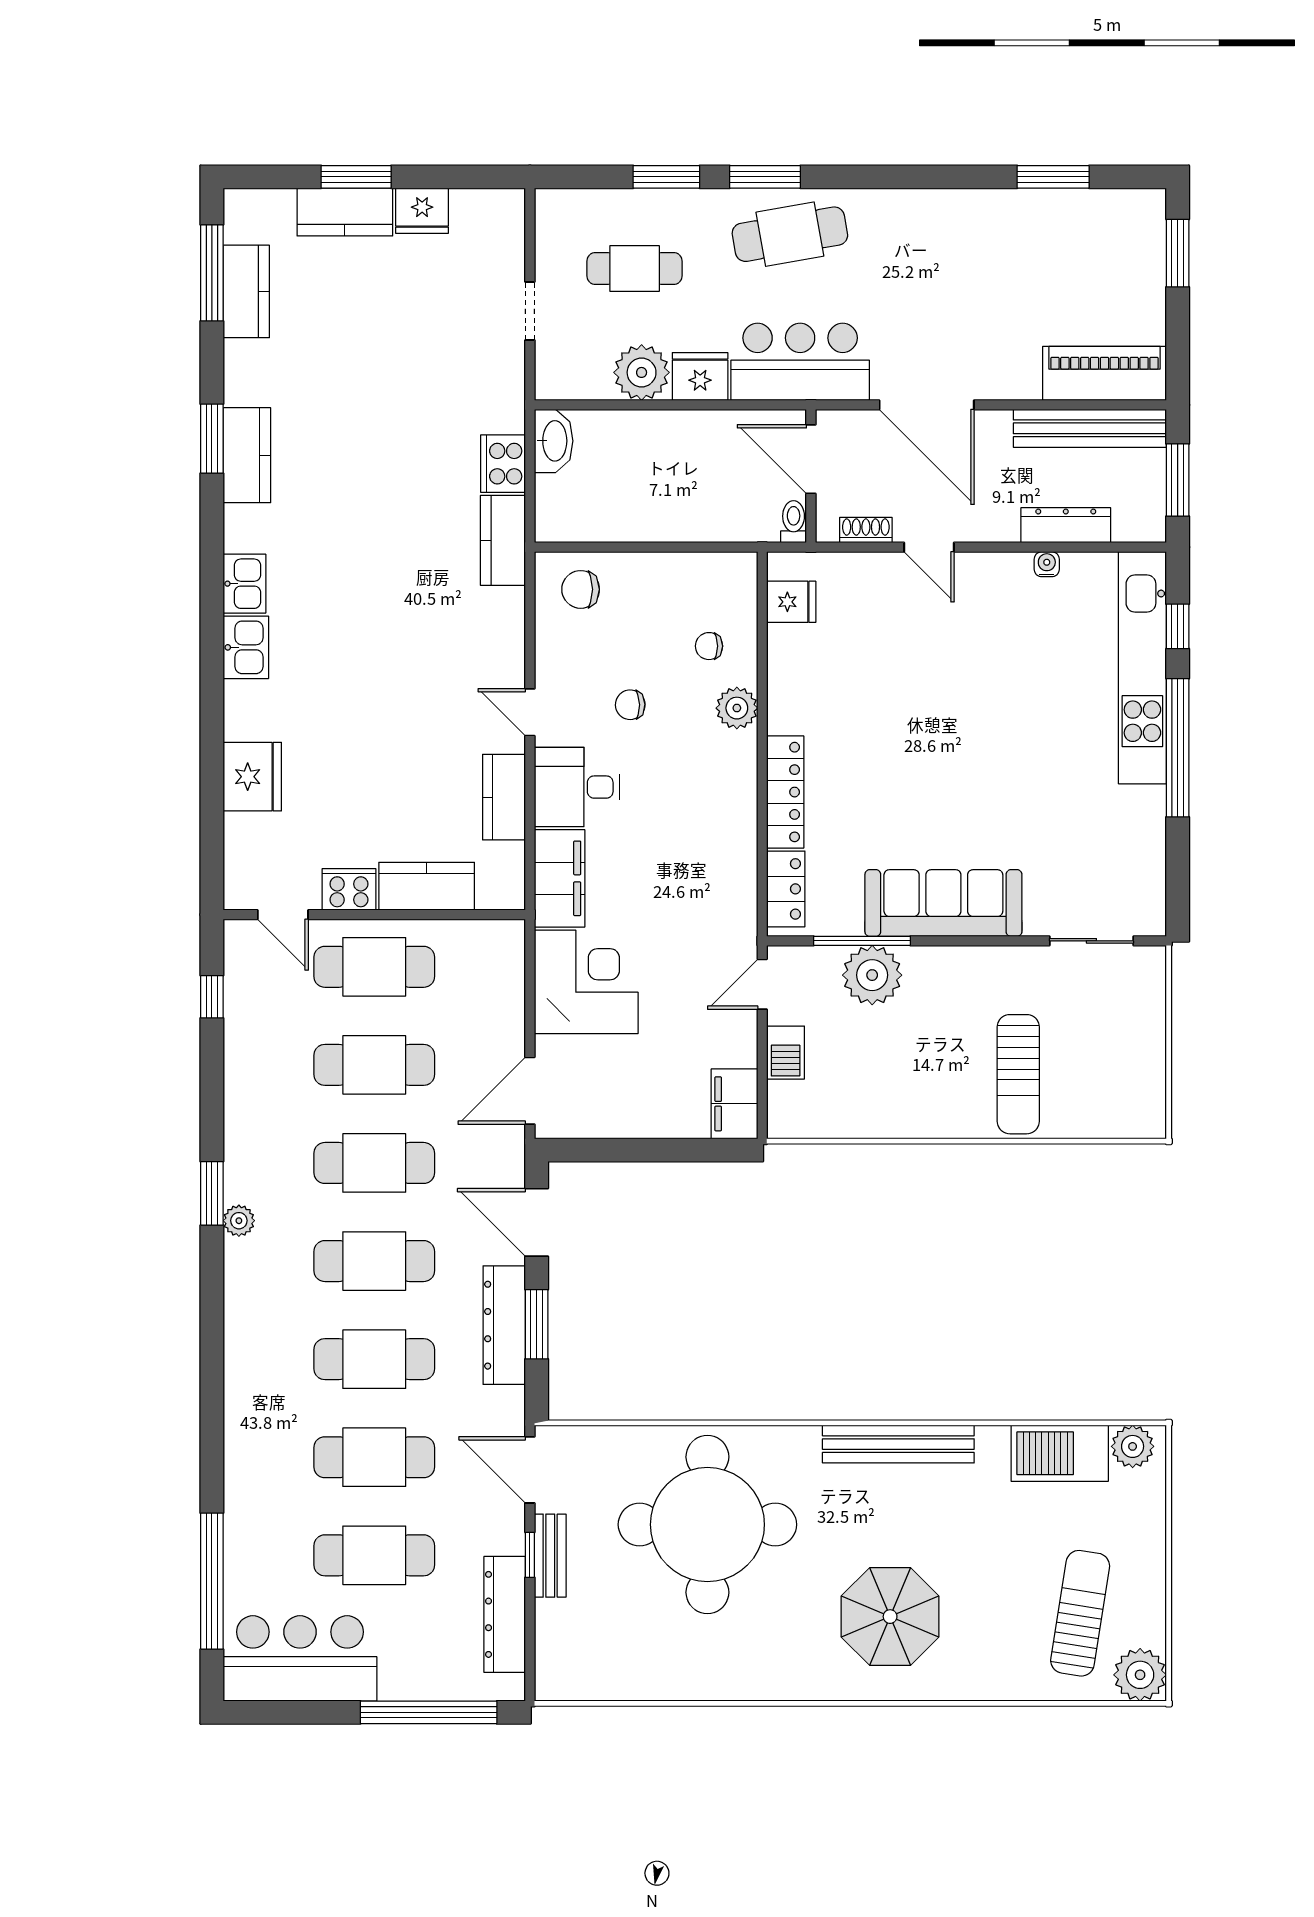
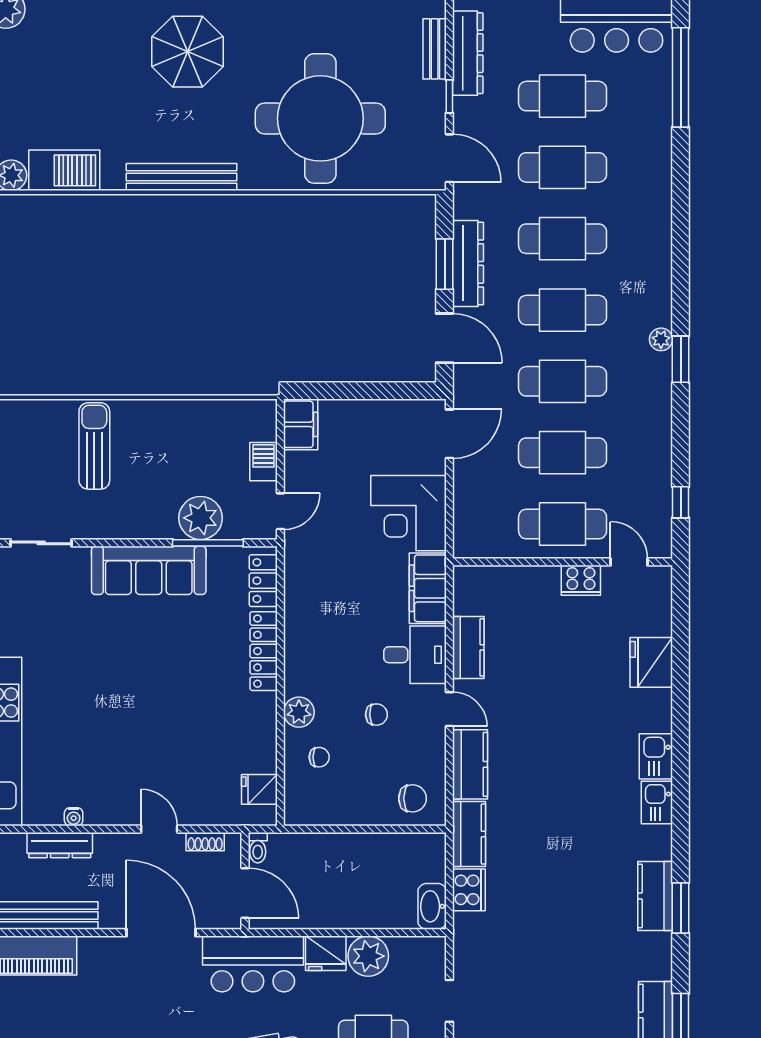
kitchen counter: (427, 886) -> (470, 764), moved, turned -90
bench: (550, 1556) -> (435, 49), moved
sun lounger: (1080, 1613) -> (49, 54), removed

